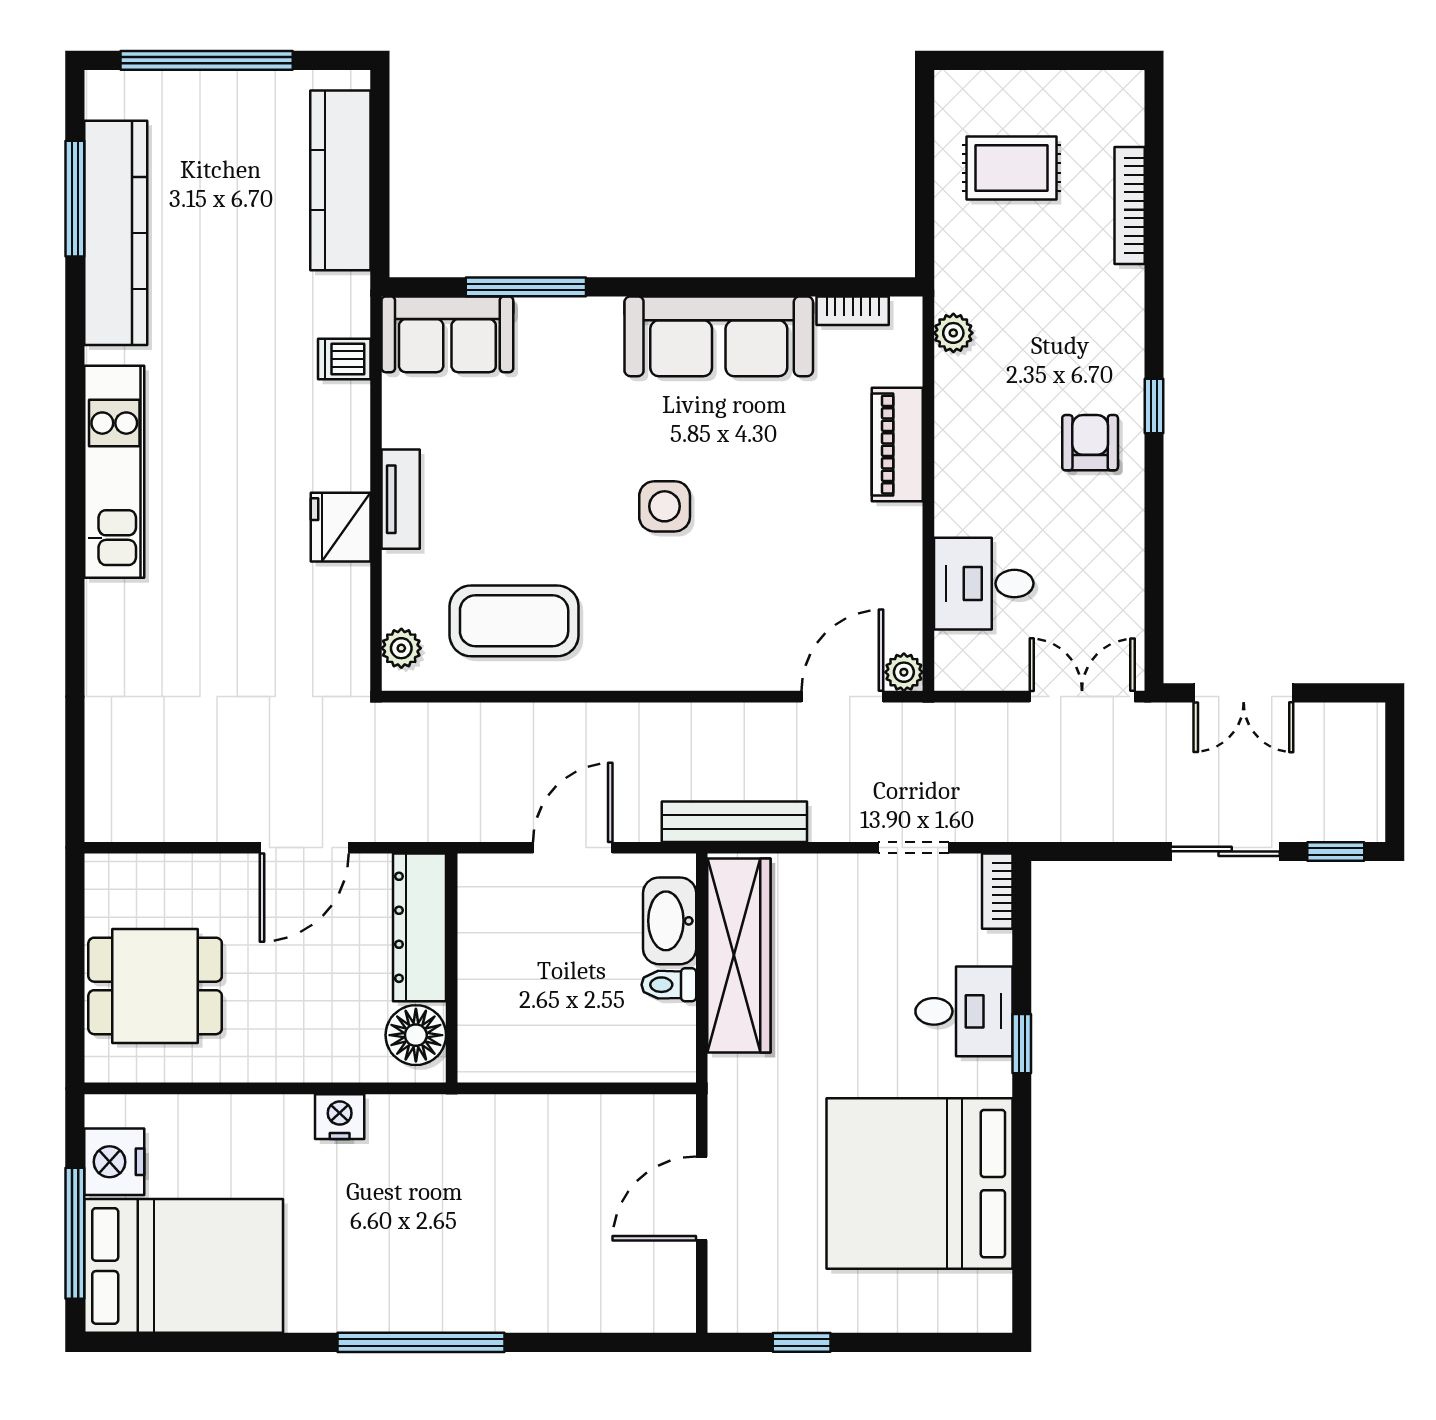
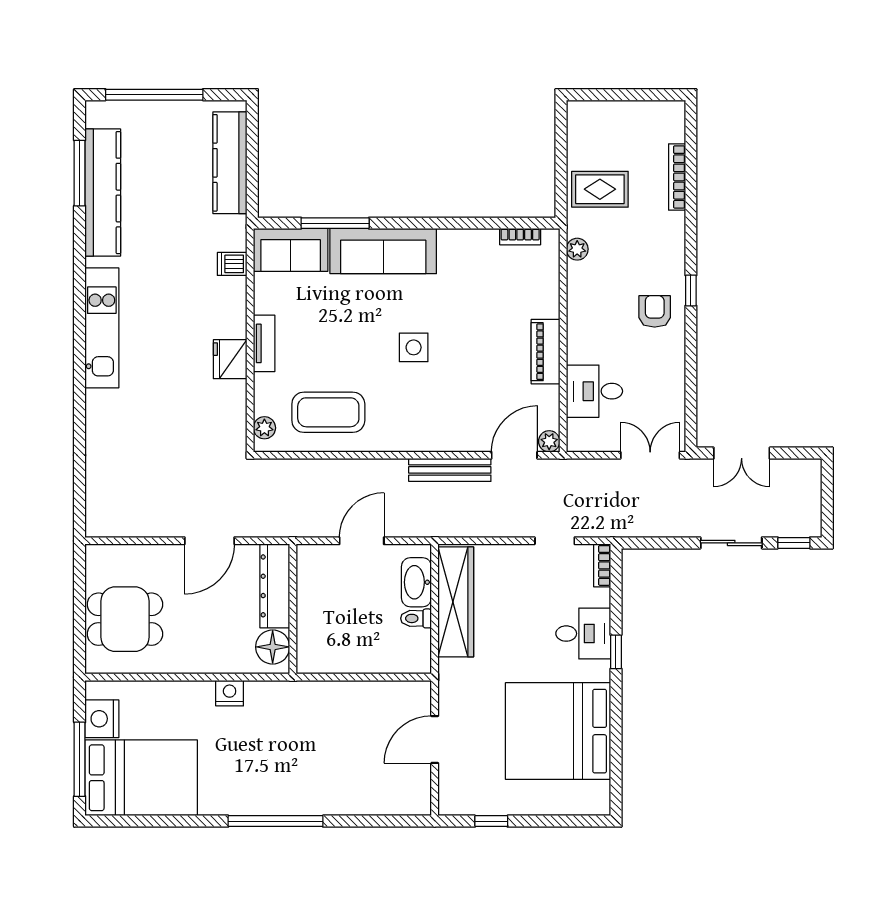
rug: (1012, 168) -> (600, 189), moved
sofa: (719, 336) -> (383, 251), moved
piano: (897, 445) -> (545, 352), moved
bench: (734, 822) -> (450, 470), moved

